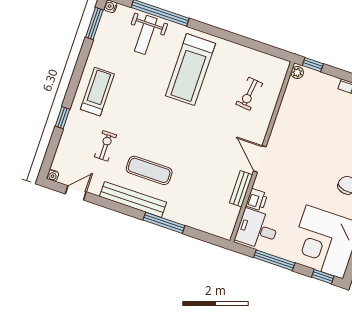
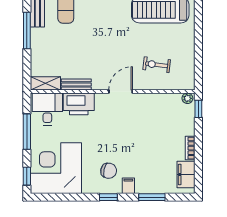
door: (260, 159) -> (121, 92), moved
printer: (257, 200) -> (79, 104), width x1.87, depth x1.48
shelving: (228, 222) -> (45, 83), added

